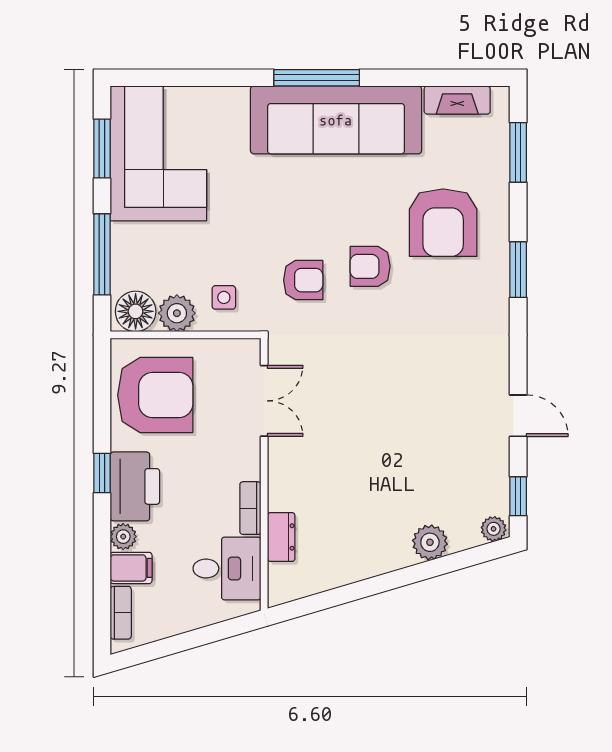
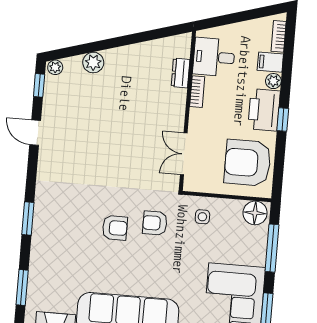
armchair: (443, 223) -> (70, 250), removed
plant: (177, 313) -> (231, 210), removed

